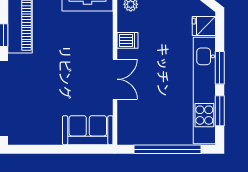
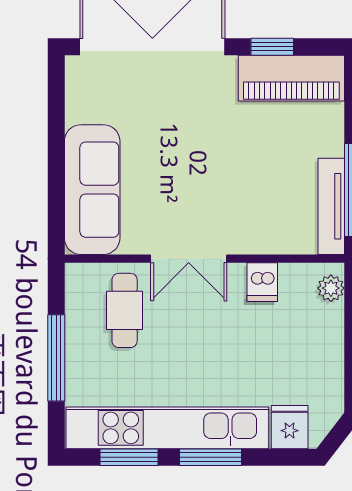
cafe table: (142, 113) -> (125, 310), added
sofa: (88, 130) -> (92, 190), width x1.36
window: (167, 149) -> (56, 358), width x0.68

